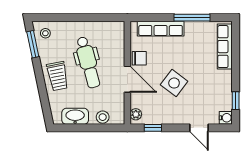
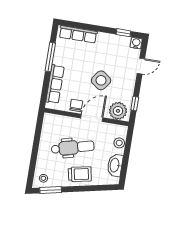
plant: (136, 114) -> (118, 111), width x1.88, depth x1.88

